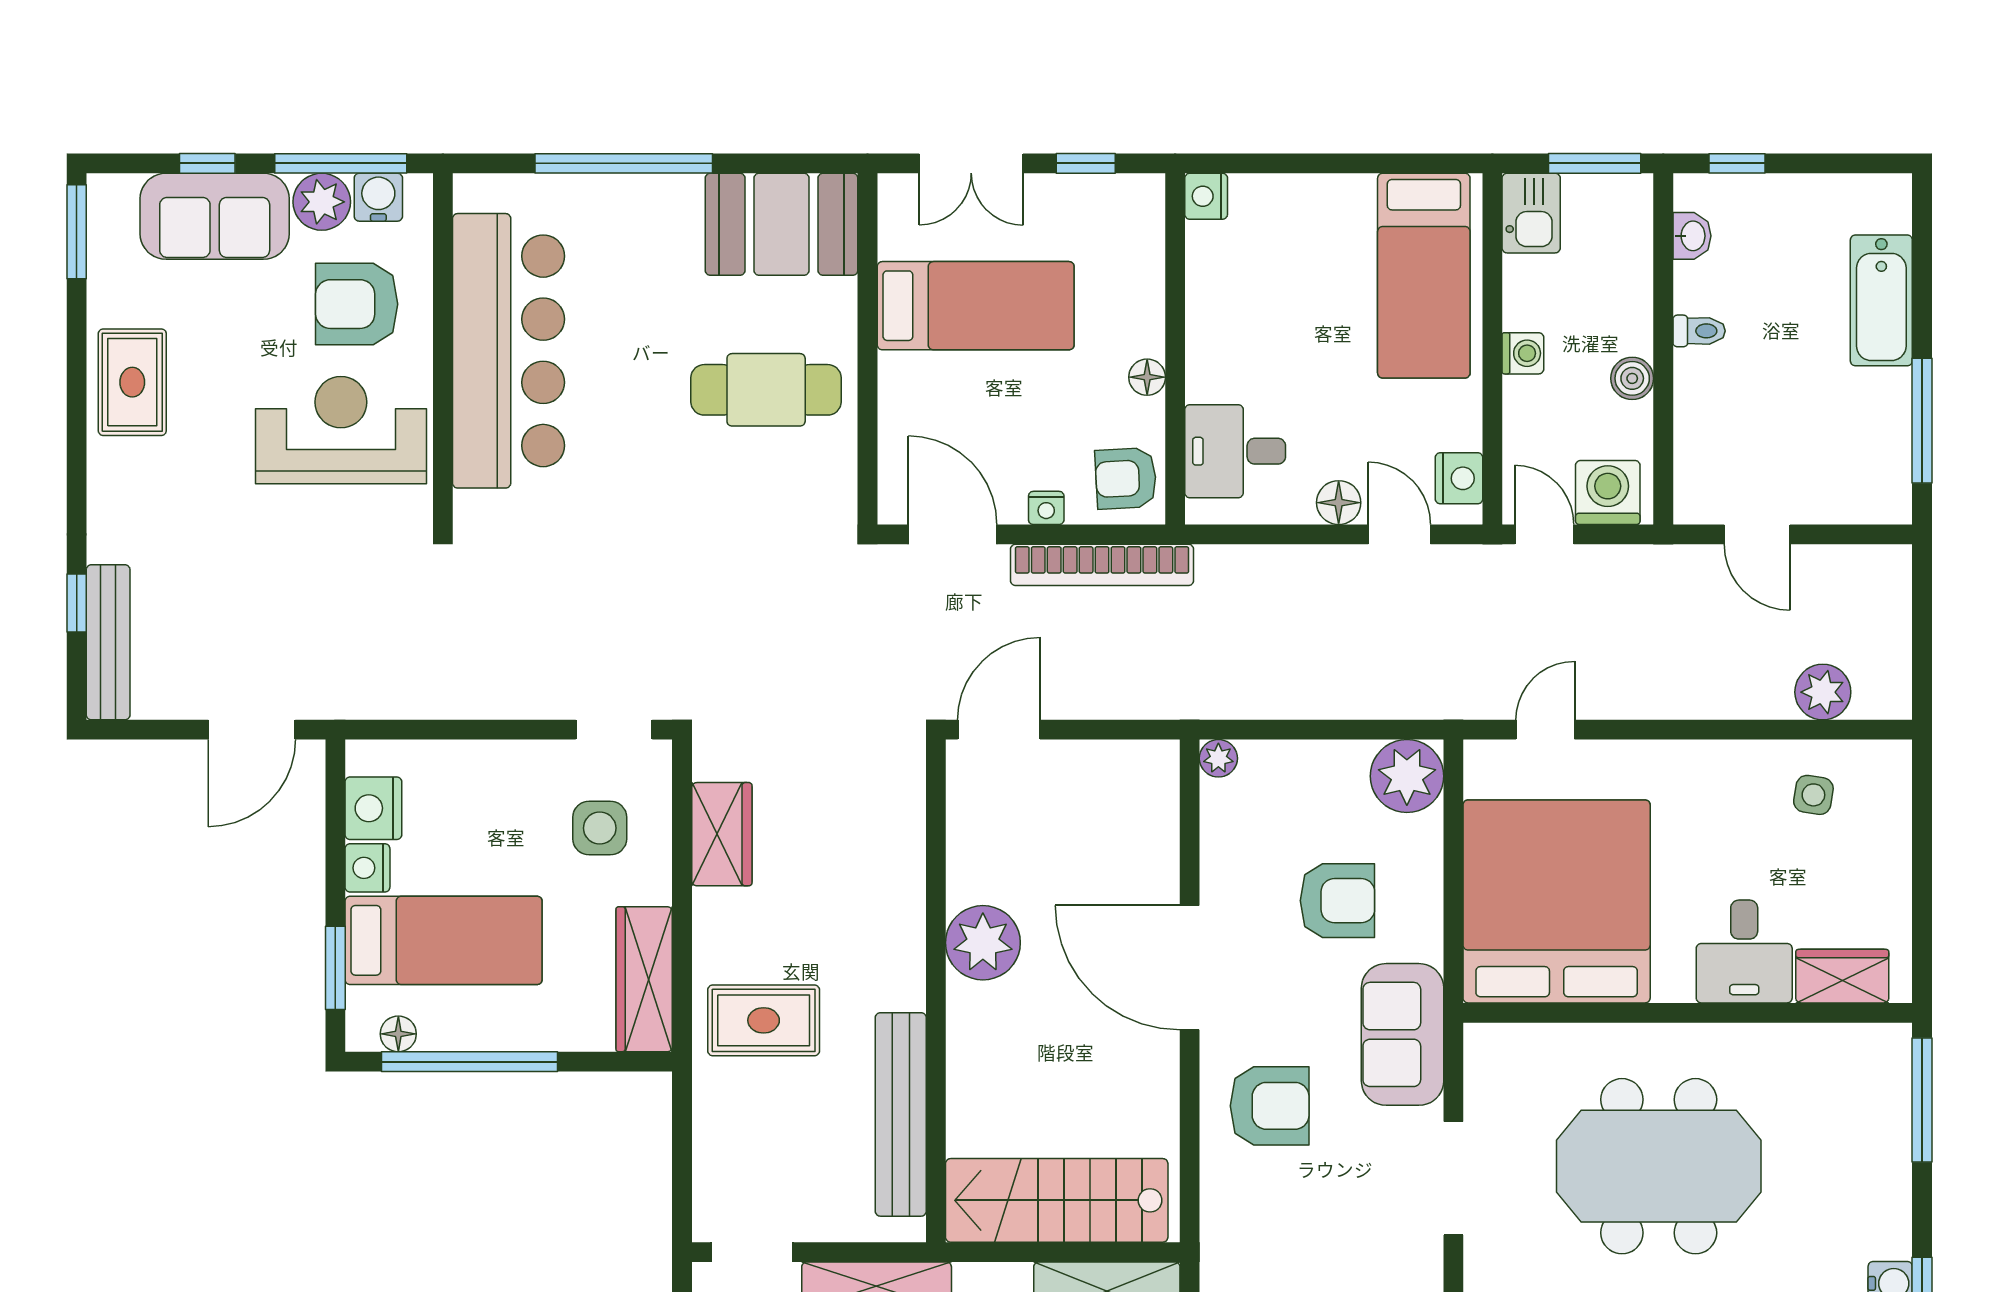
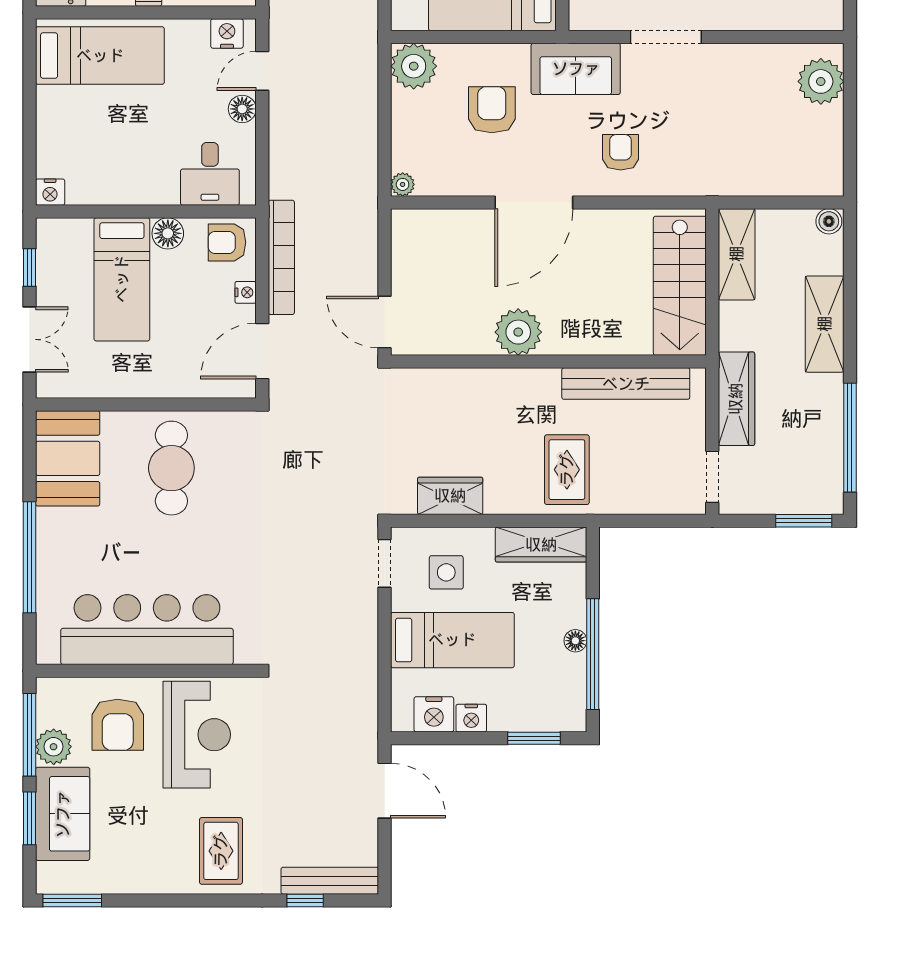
window: (207, 163) -> (29, 818), width x1.50
water cooler: (378, 197) -> (51, 711), removed
bed: (976, 306) -> (122, 279), moved, turned 180
floor lamp: (1147, 377) -> (168, 233), width x1.37, depth x1.37
rug: (132, 382) -> (221, 851), moved, turned 90
reception desk: (341, 430) -> (197, 735), turned 180
armchair: (1126, 478) -> (227, 242), turned 93
bed: (444, 940) -> (452, 640), moved, turned 90
floor lamp: (398, 1034) -> (575, 641), moved
armchair: (1270, 1106) -> (621, 152), width x0.72, depth x0.72

